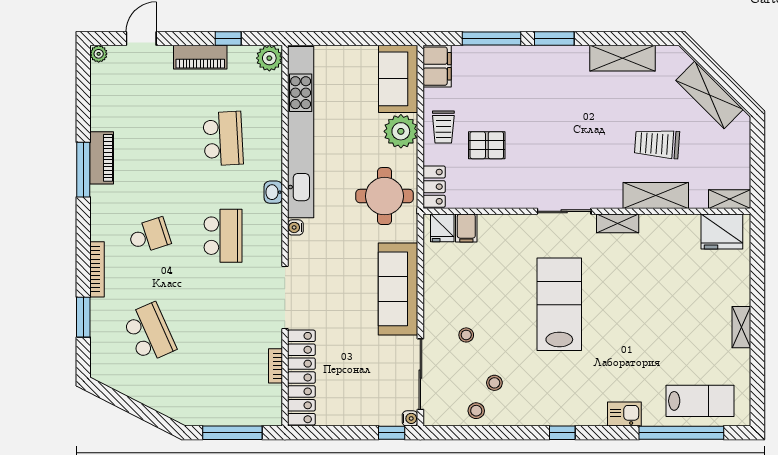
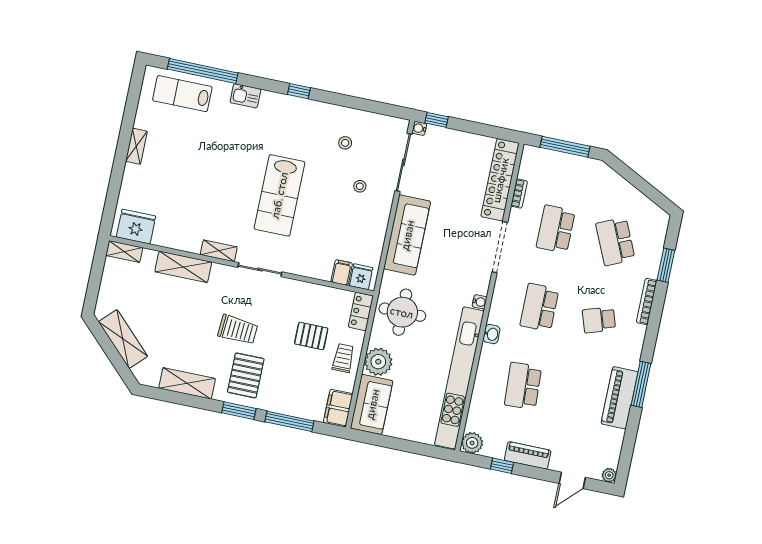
pallet: (555, 82) -> (246, 375), added
trolley: (657, 144) -> (238, 330), moved
piano: (102, 158) -> (619, 398), width x1.37, depth x1.33
school desk: (223, 333) -> (556, 229), added
stool: (476, 411) -> (365, 123), removed

